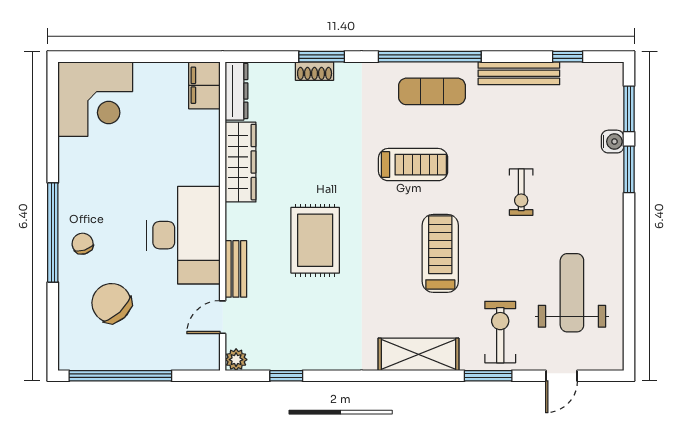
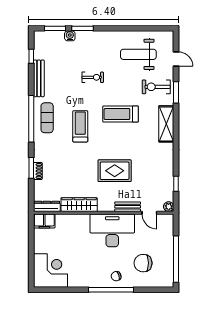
chair: (111, 303) -> (143, 263), turned 43

